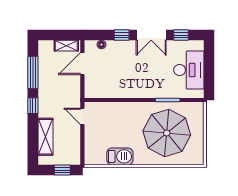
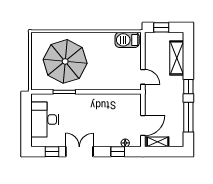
window: (122, 35) -> (118, 152), moved
barbecue: (120, 156) -> (127, 40), moved

